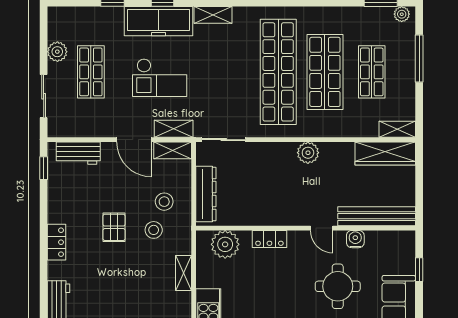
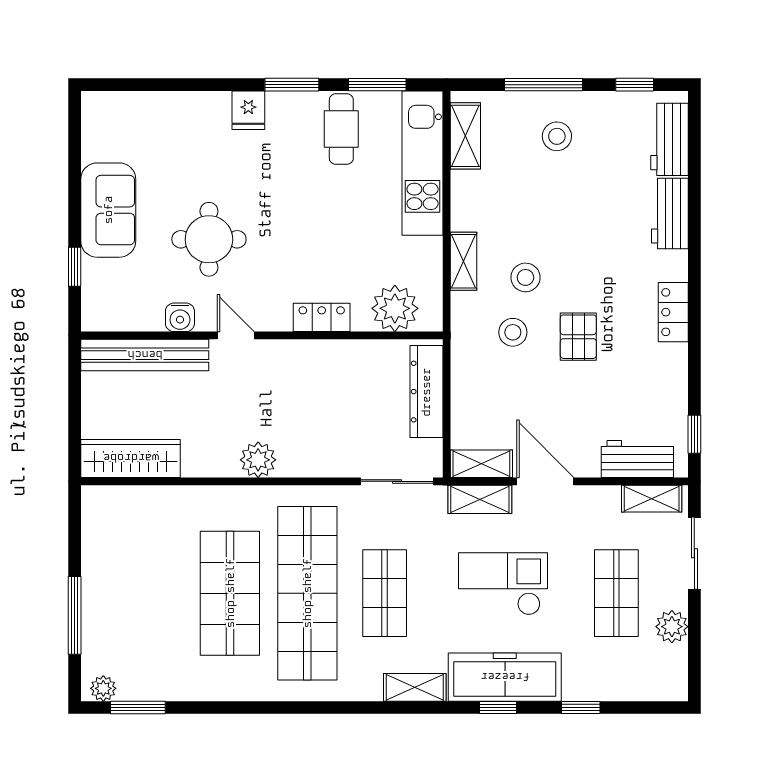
shop shelf: (372, 72) -> (385, 593), moved
shelving: (397, 129) -> (652, 499), moved
stool: (164, 202) -> (525, 277), moved

